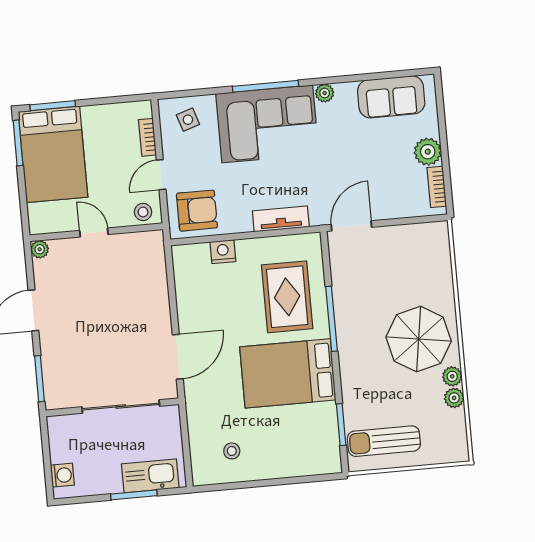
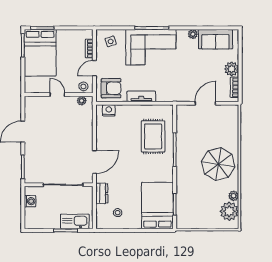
plant: (325, 93) -> (193, 34), moved
tv unit: (281, 219) -> (141, 96), moved
door: (351, 226) -> (205, 103), moved
plant: (40, 249) -> (82, 101), moved
nightstand: (223, 252) -> (109, 110), moved
bed: (288, 373) -> (157, 206), moved, turned 90
plant: (452, 376) -> (229, 211), moved, width x1.87, depth x1.87
dresser: (198, 416) -> (102, 193), added
sun lounger: (384, 441) -> (196, 215), removed
washing machine: (62, 475) -> (30, 201), moved

